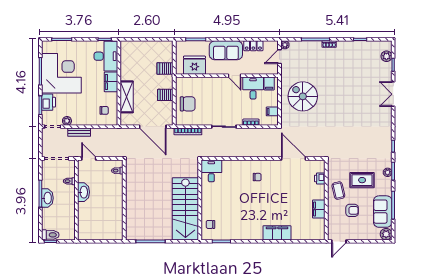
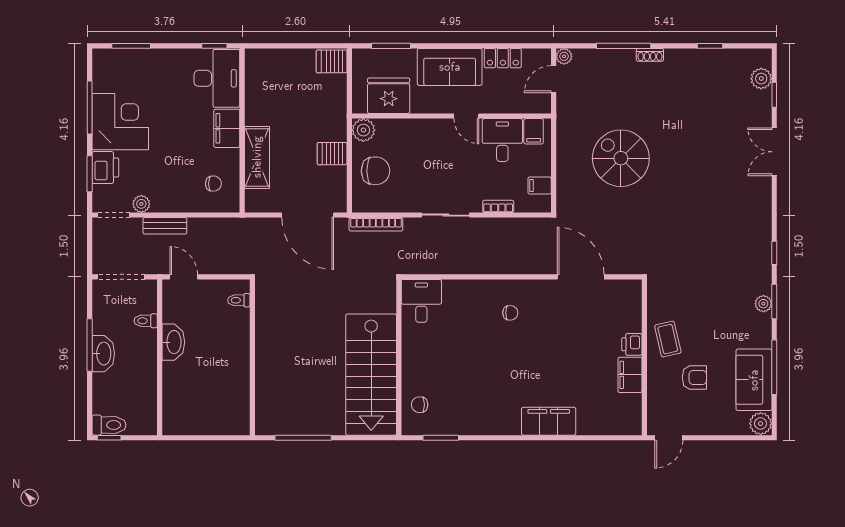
server rack: (165, 68) -> (332, 61), moved
corner desk: (61, 73) -> (120, 122), width x0.74, depth x0.74
plant: (181, 83) -> (363, 130), added
spiral stairs: (303, 96) -> (621, 158), moved
printer: (320, 178) -> (632, 344), moved
rug: (362, 180) -> (714, 319), removed

